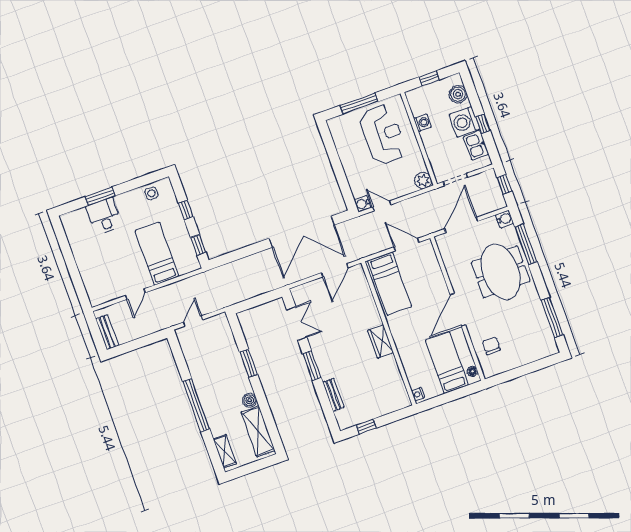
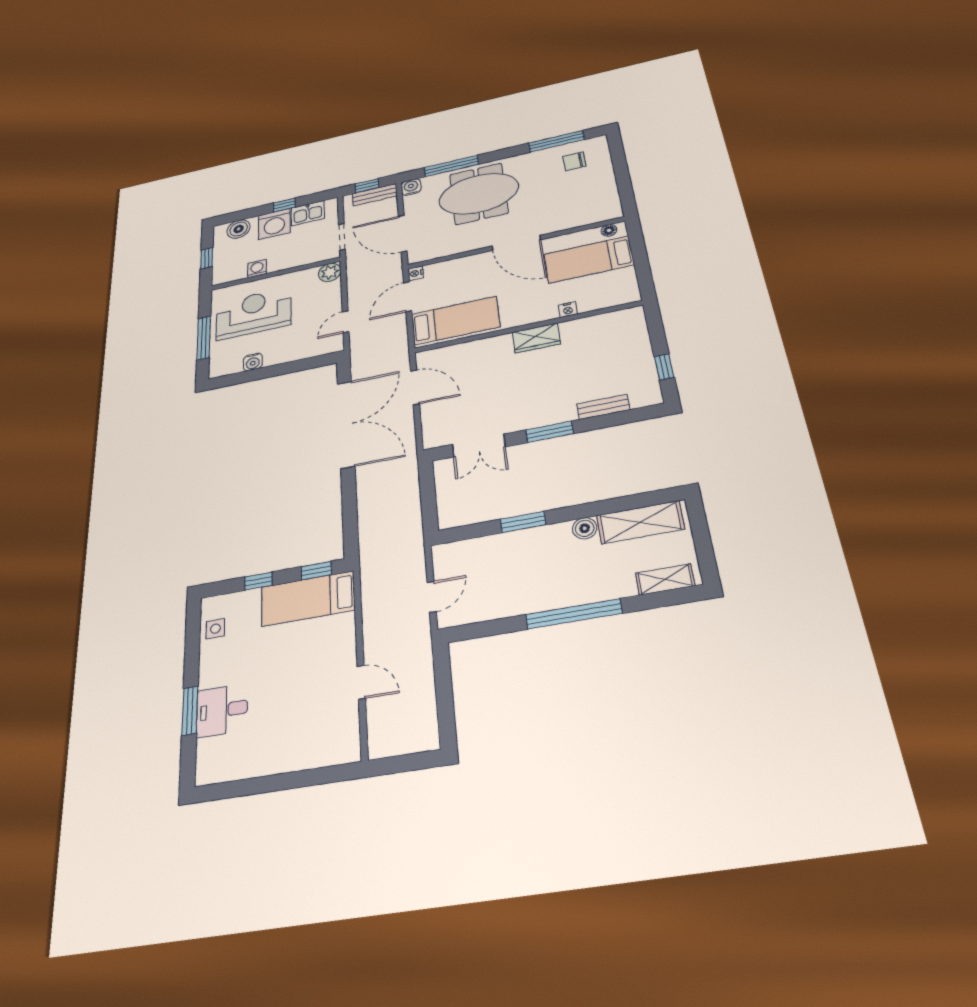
water cooler: (362, 204) -> (253, 362), moved
nightstand: (427, 245) -> (416, 273), added
bed: (157, 254) -> (308, 598), moved
door: (193, 321) -> (432, 597), swing flipped
double door: (297, 324) -> (479, 446), swing flipped
bench: (107, 332) -> (375, 195), moved
chair: (491, 346) -> (574, 161), moved
nightstand: (418, 394) -> (568, 310), moved

